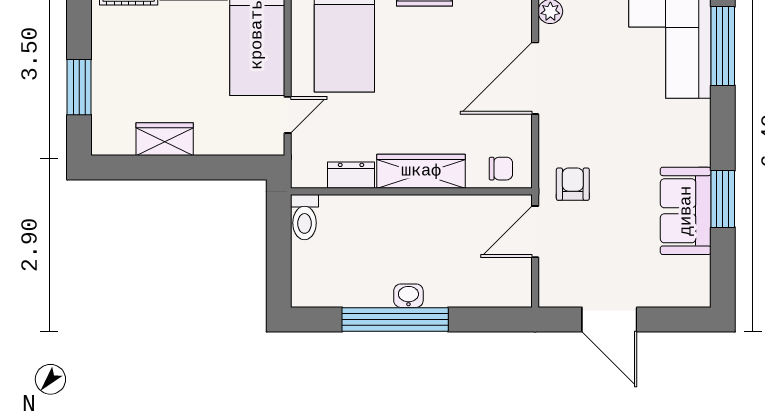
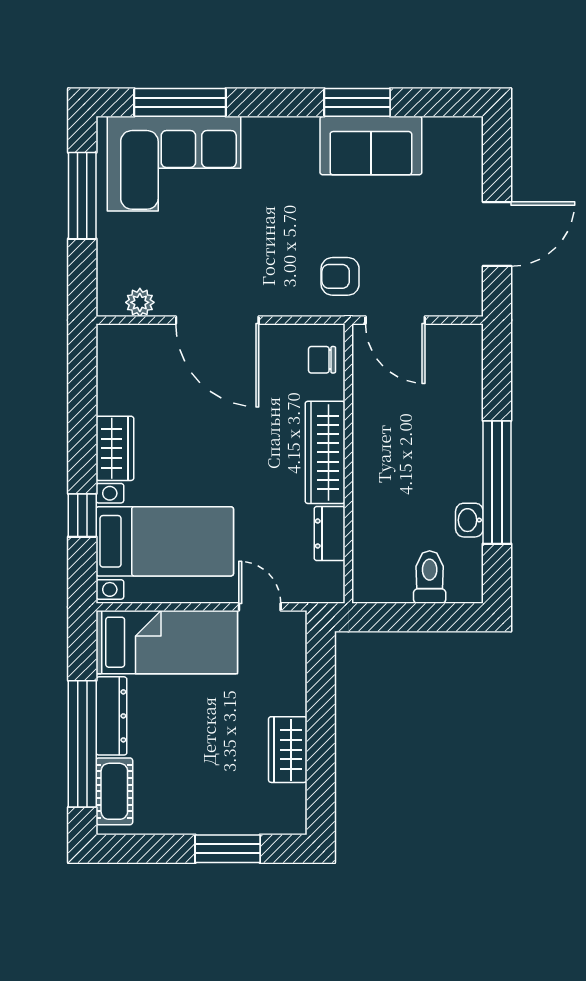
chair: (501, 169) -> (322, 360), turned -90
toilet: (305, 217) -> (430, 577), moved, turned -90
washbasin: (408, 296) -> (469, 520), moved

